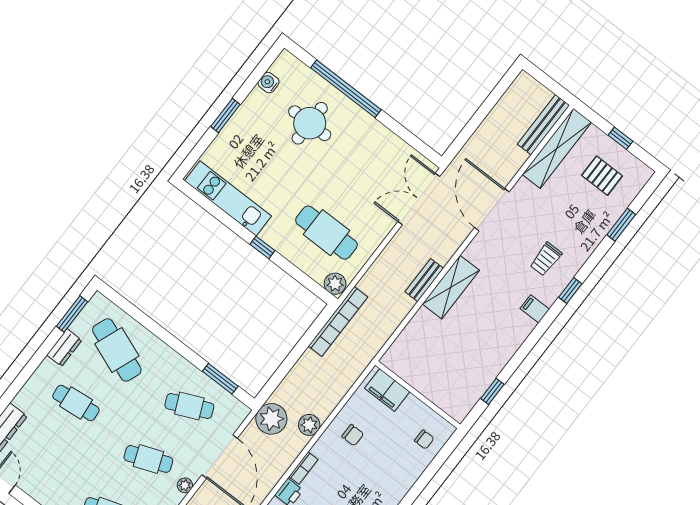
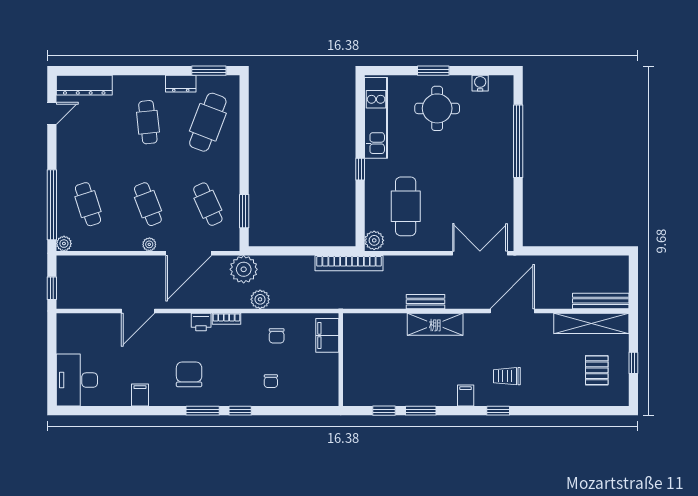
round table: (310, 123) -> (437, 108), moved
window: (621, 225) -> (421, 411), moved
chair: (424, 440) -> (271, 381), moved

